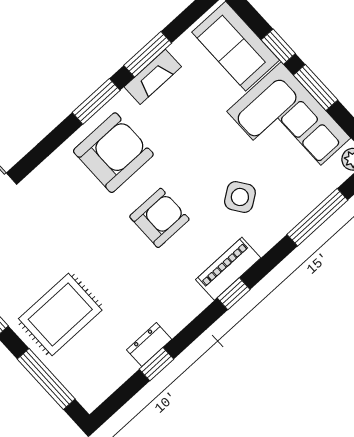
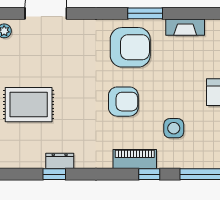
window: (148, 54) -> (193, 13), removed
side table: (240, 197) -> (174, 128), turned 35
window: (234, 294) -> (149, 174), moved

